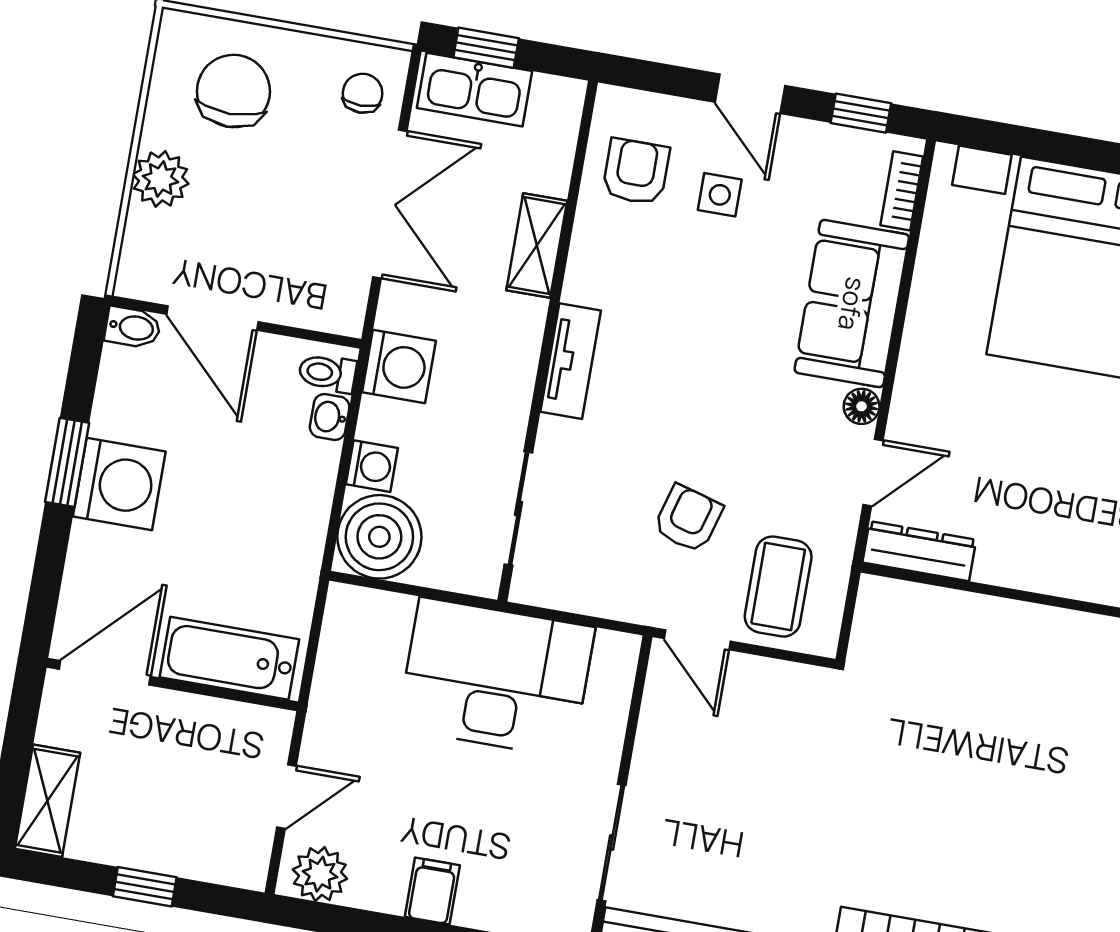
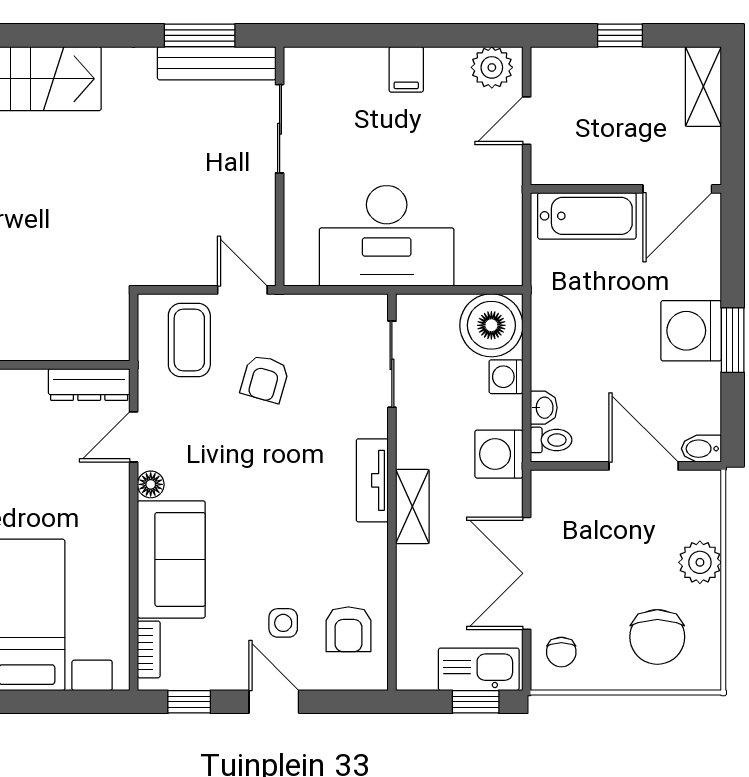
shelving: (537, 246) -> (412, 507), moved

